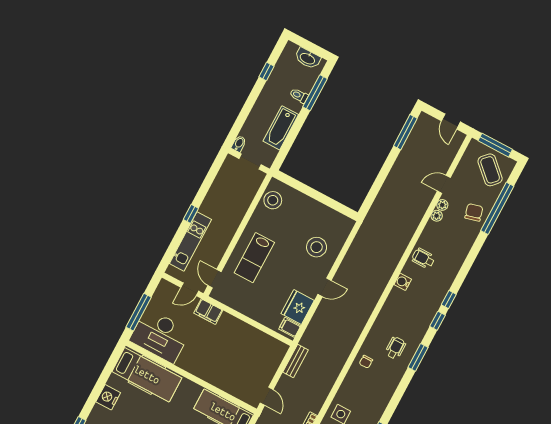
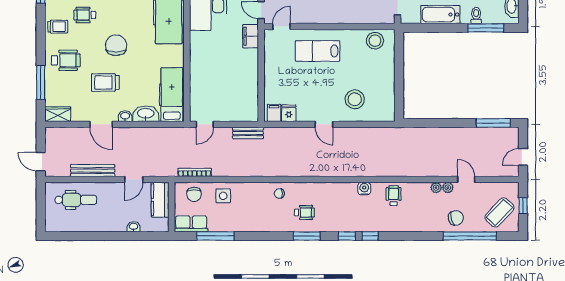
window: (495, 145) -> (523, 206), width x0.46
fridge: (298, 307) -> (289, 113), width x0.53, depth x0.75

